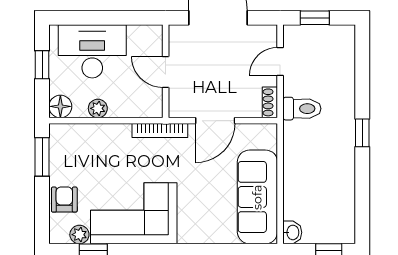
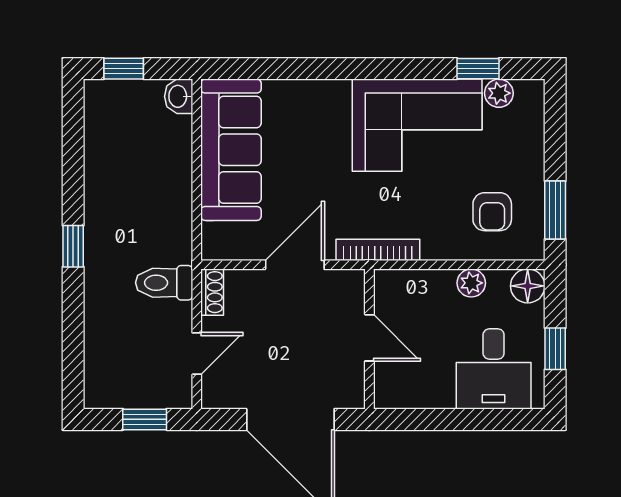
desk: (92, 51) -> (494, 369), width x0.73
armchair: (64, 200) -> (492, 212), moved

